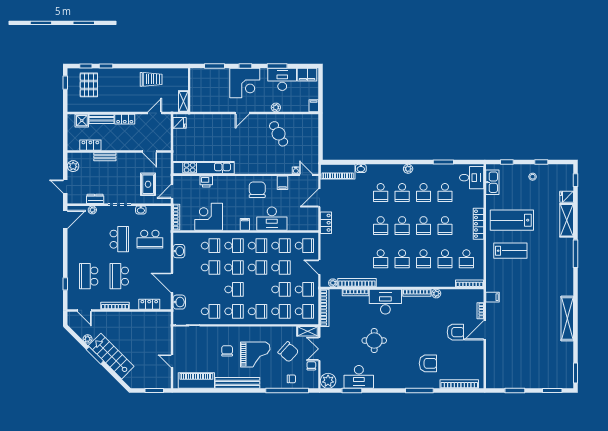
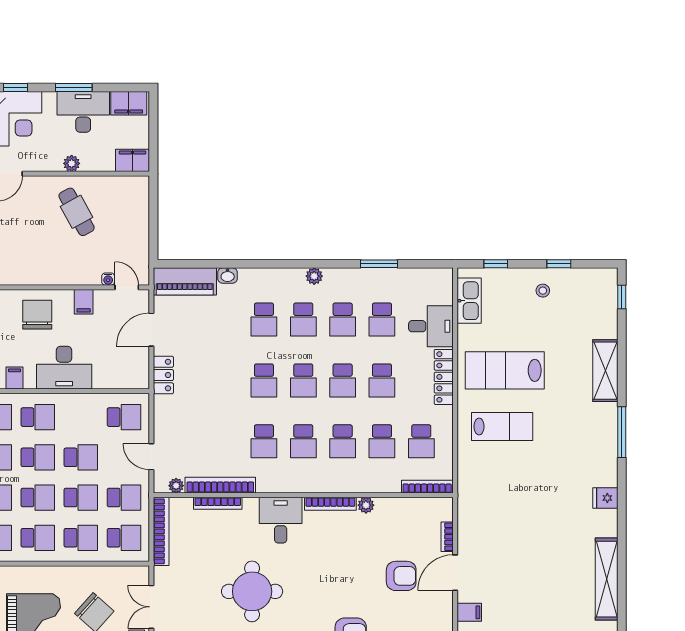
filing cabinet: (314, 106) -> (132, 160), width x2.00
desk: (472, 178) -> (431, 326), moved
fridge: (567, 197) -> (605, 498), moved
school desk: (281, 246) -> (38, 498), moved
filing cabinet: (493, 297) -> (469, 612), moved
desk: (385, 302) -> (281, 520), width x0.73
shelving: (567, 319) -> (607, 579), moved
shelving: (308, 331) -> (130, 574), removed
round table: (374, 341) -> (252, 591), width x1.36, depth x1.36

